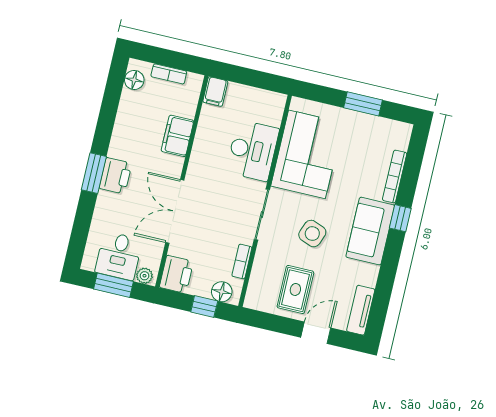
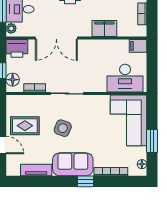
floor lamp: (394, 127) -> (142, 164), added
desk: (253, 151) -> (125, 78), moved
corner sofa: (307, 154) -> (128, 120), moved, turned 90
double door: (175, 211) -> (56, 38), swing flipped
tv unit: (361, 310) -> (36, 170), moved

